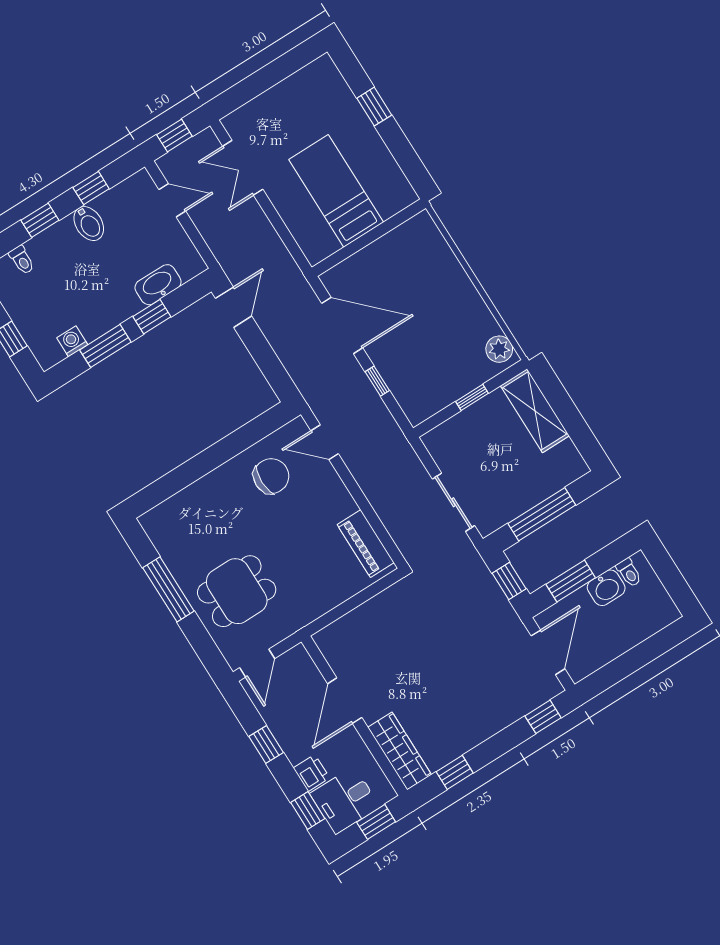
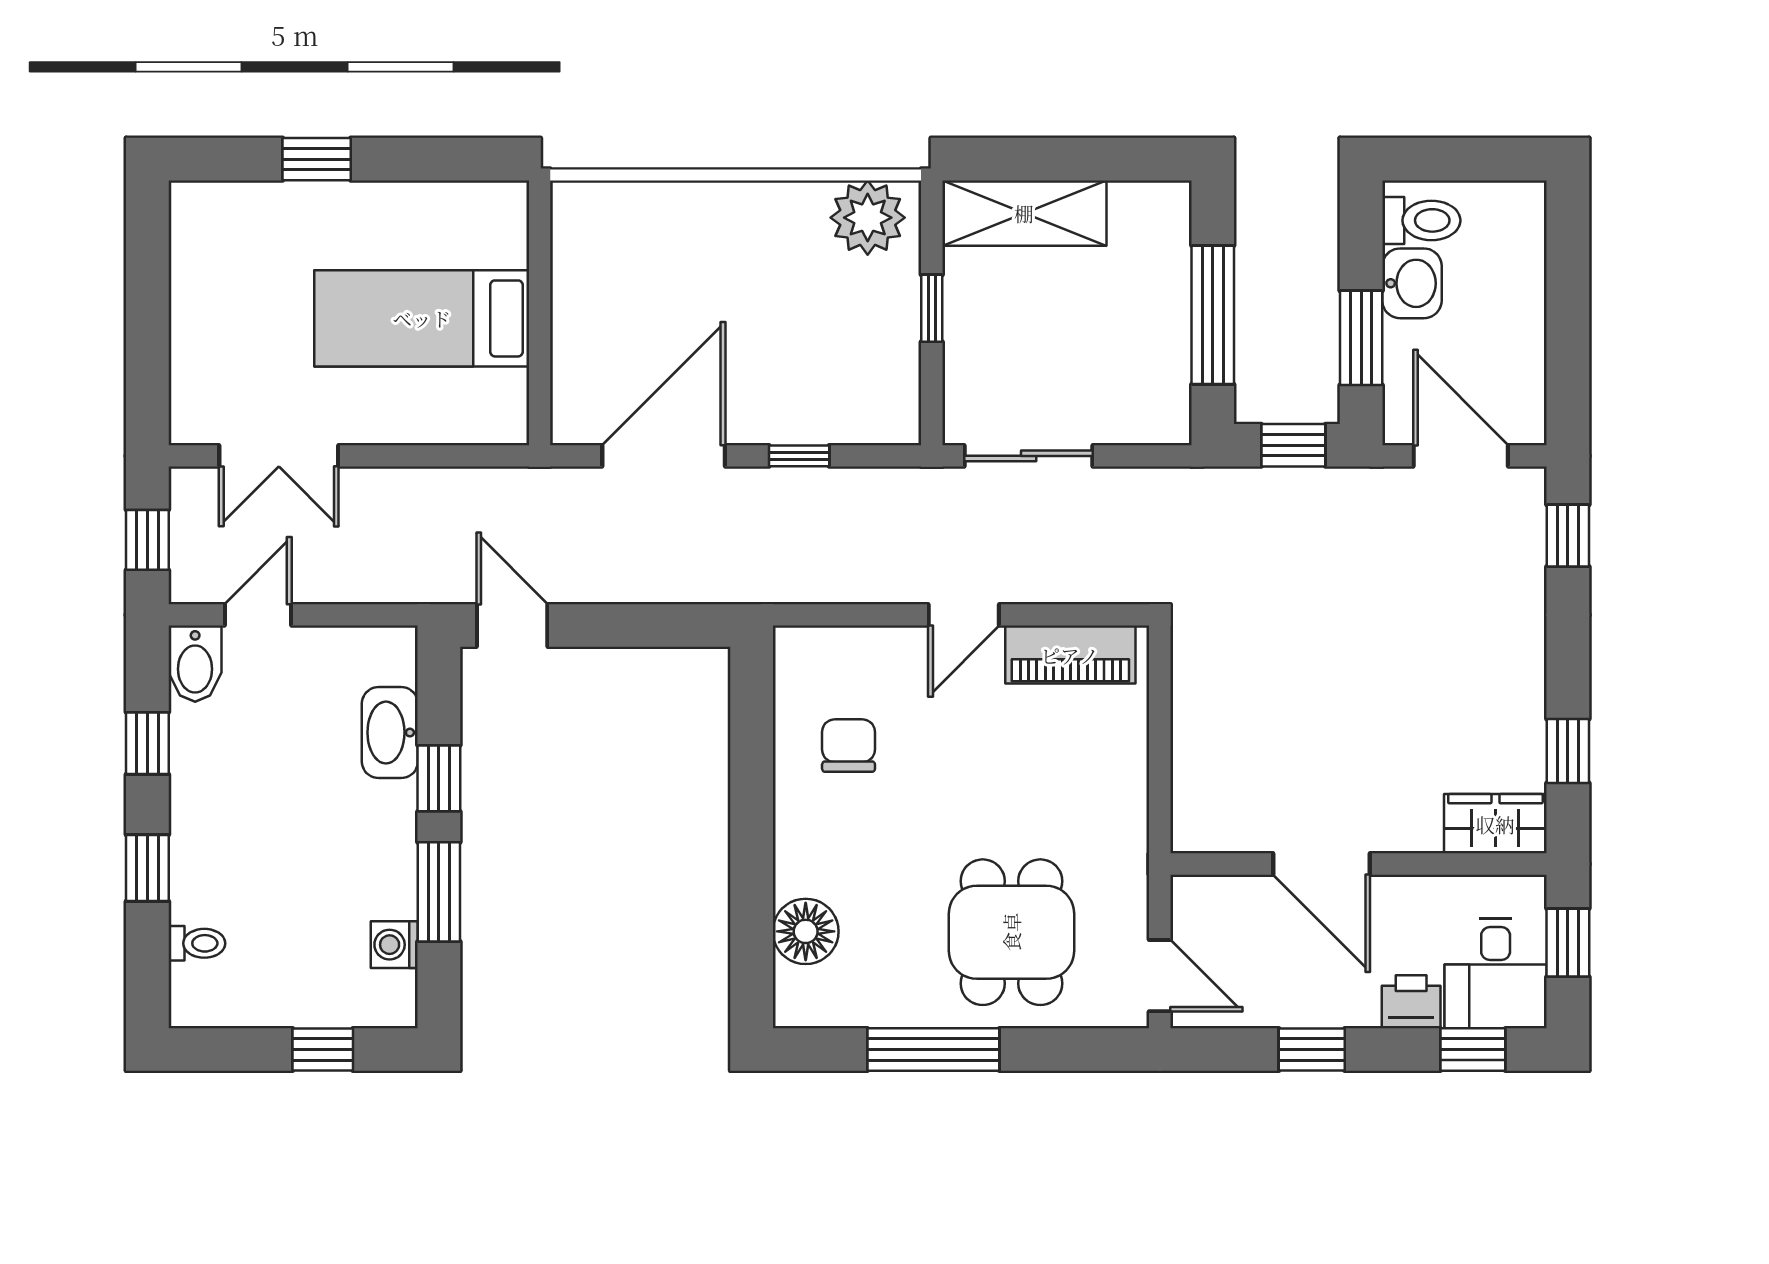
bidet: (89, 224) -> (195, 664), moved, turned 90
plant: (499, 349) -> (868, 218), width x1.36, depth x1.36
door: (325, 442) -> (964, 615), moved
chair: (271, 476) -> (849, 746), width x0.73, depth x0.73
sliding door: (453, 502) -> (1029, 456), moved
floor lamp: (184, 507) -> (806, 931), added
toilet: (629, 573) -> (1421, 220), width x1.37, depth x1.39
wardrobe: (400, 751) -> (1495, 824), width x0.67

